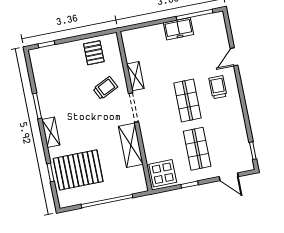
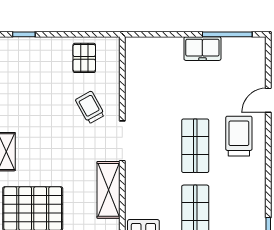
shelving: (135, 76) -> (133, 100), removed
trolley: (218, 87) -> (239, 136), width x1.36, depth x1.39
trolley: (105, 88) -> (90, 107), turned -93

